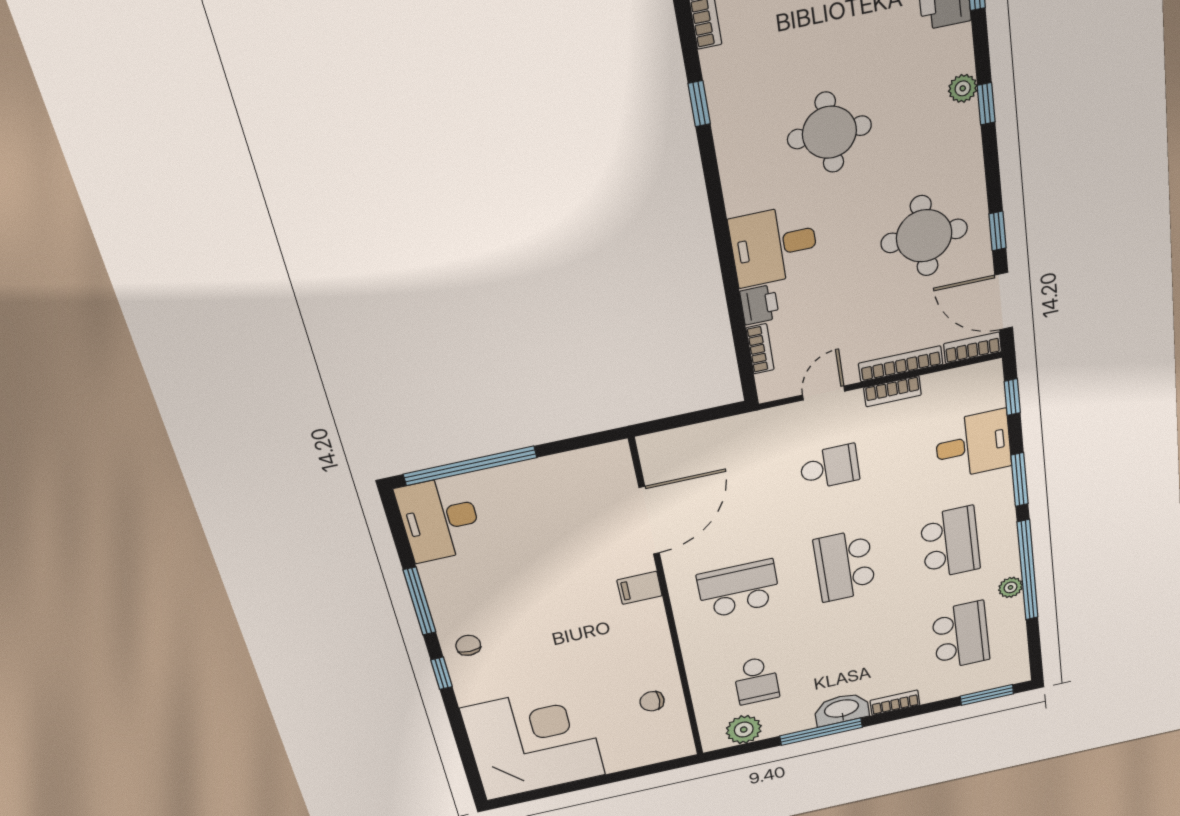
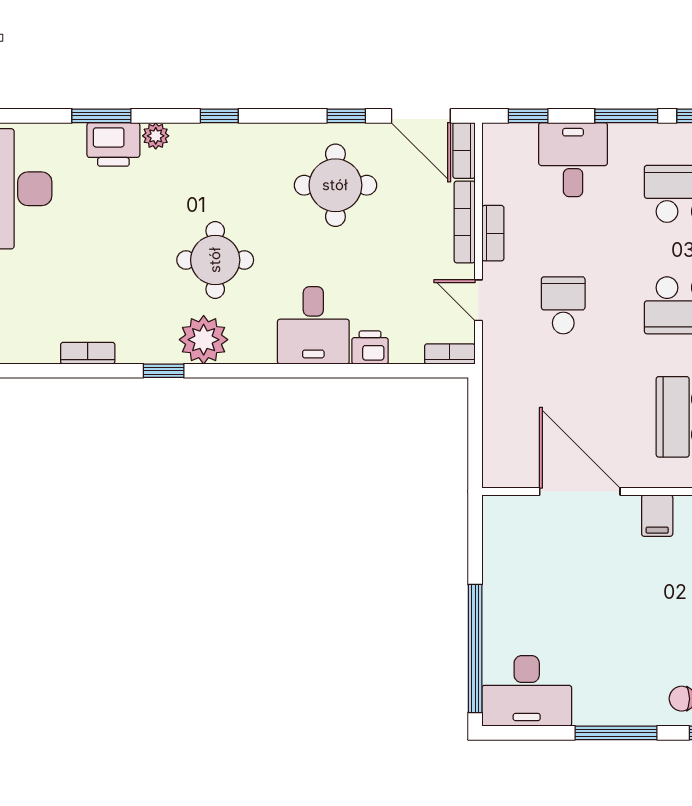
plant: (963, 88) -> (156, 136), moved
plant: (741, 139) -> (204, 340), added
door: (1004, 301) -> (421, 116), hinge flipped
bookcase: (760, 349) -> (450, 354), moved

